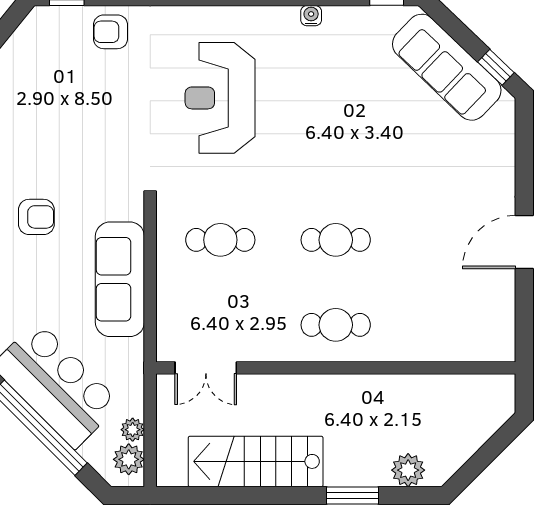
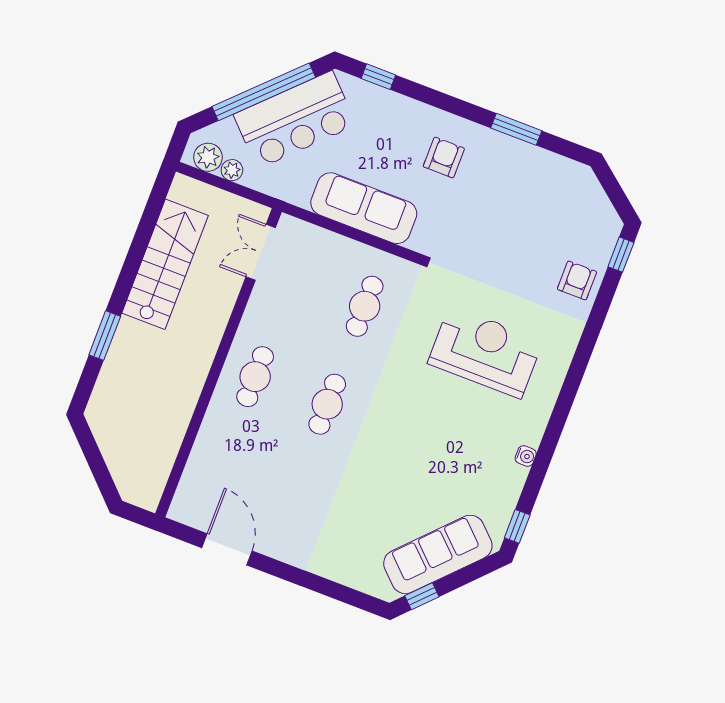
armchair: (36, 217) -> (444, 157), turned 180
door: (524, 242) -> (227, 549), moved
plant: (408, 470) -> (108, 391), removed

